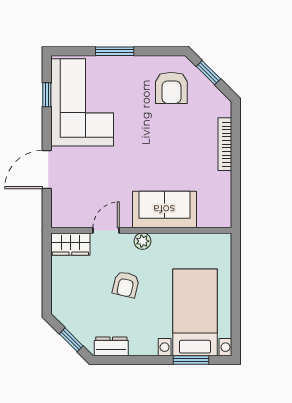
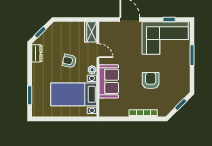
armchair: (171, 88) -> (151, 81), moved, turned 90
bed with nightstands: (195, 312) -> (74, 94), moved, turned 180

